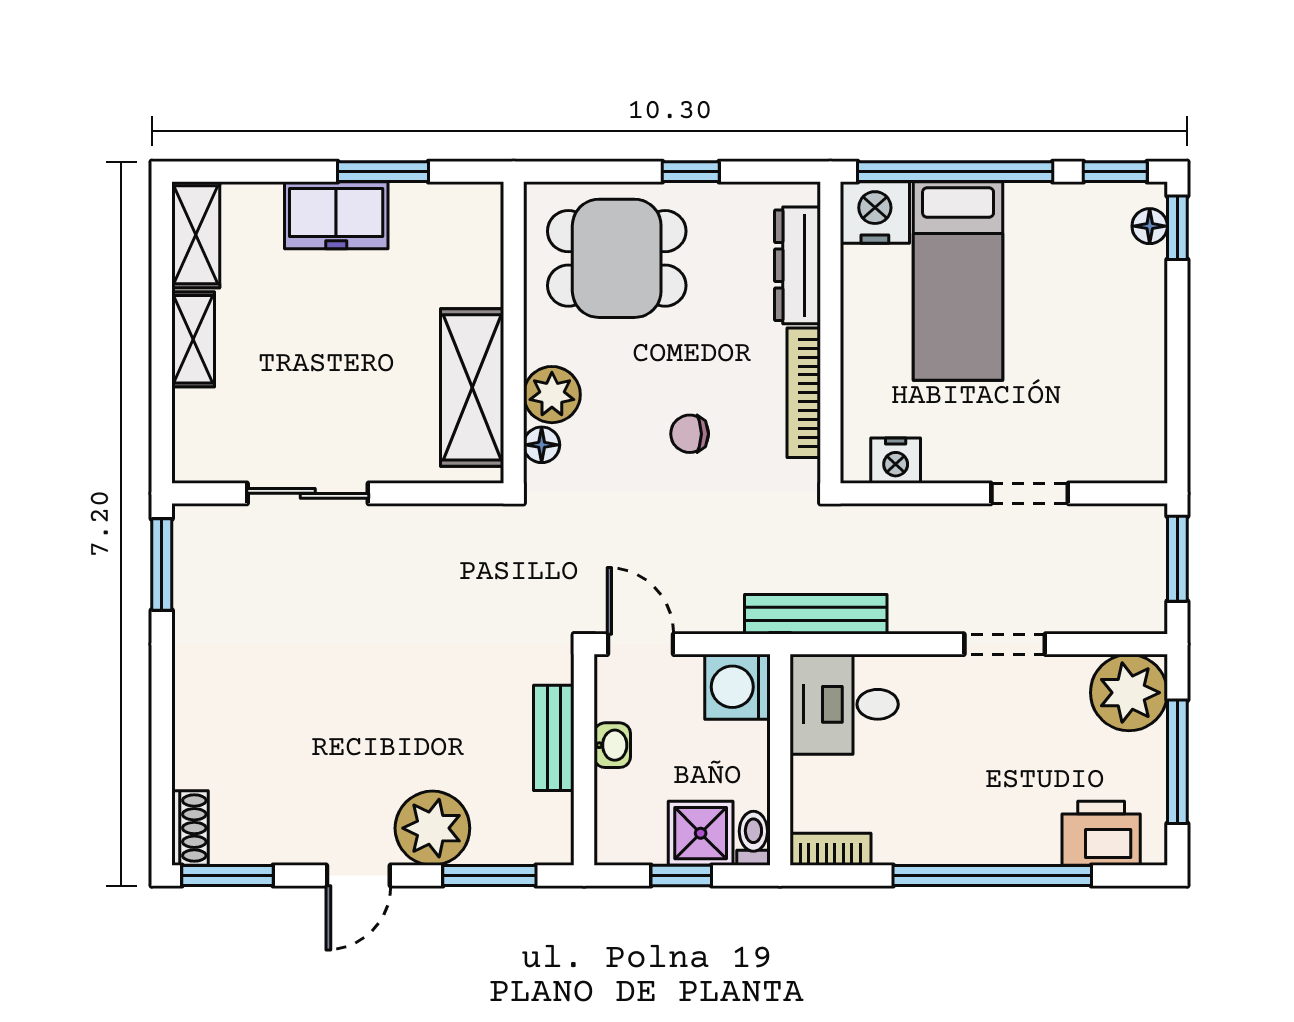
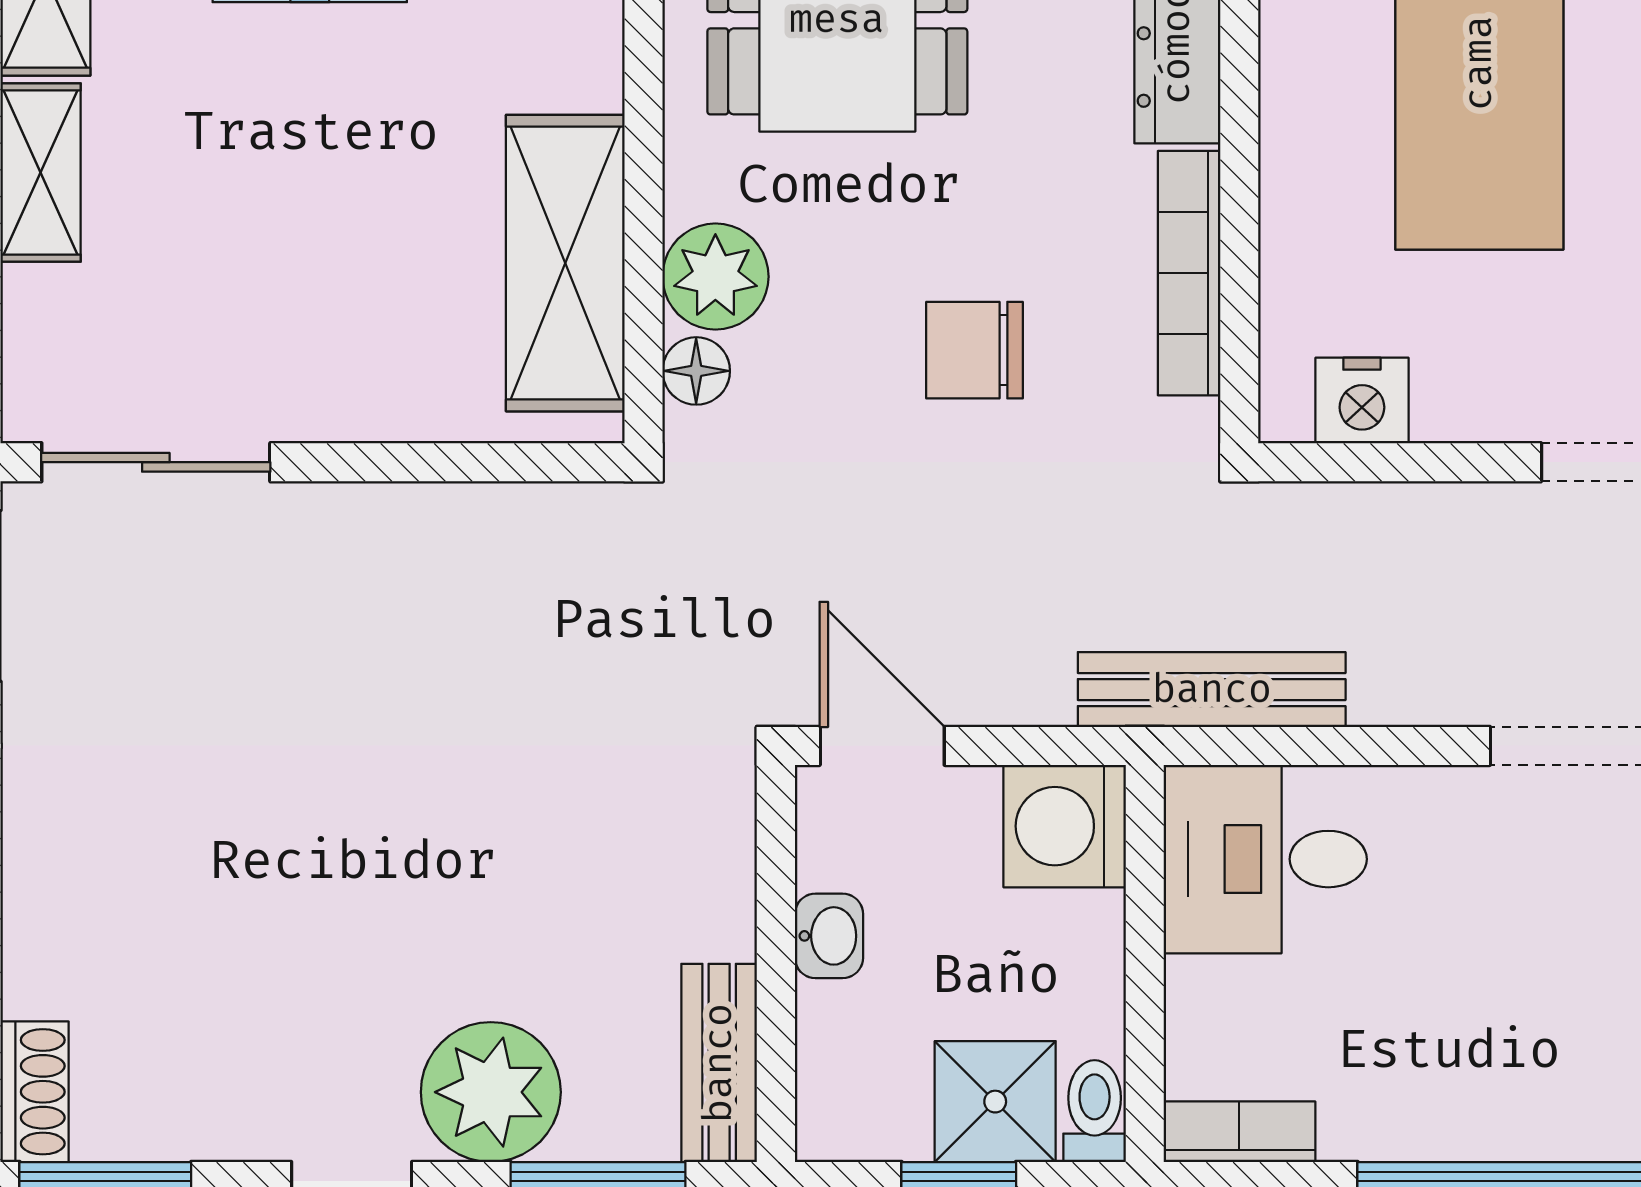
chair: (690, 434) -> (974, 350), width x1.37, depth x1.37
sliding door: (308, 493) -> (156, 462), moved
bench: (554, 738) -> (719, 1063), moved

